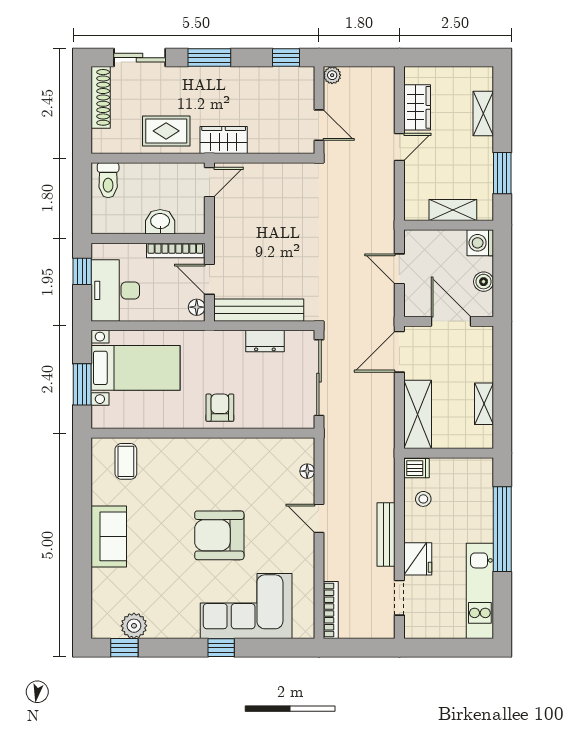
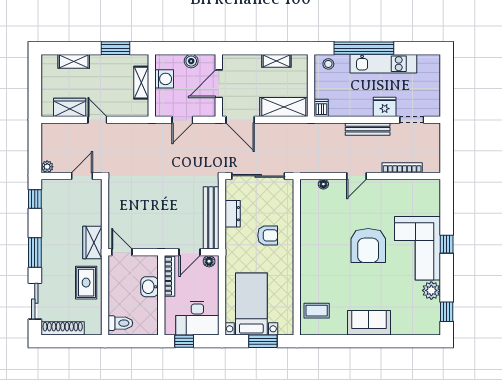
washing machine: (480, 243) -> (164, 79), moved, turned -90
armchair: (220, 408) -> (268, 235), moved, turned 180
stool: (423, 499) -> (328, 64), moved
kitchen unit: (480, 591) -> (383, 64), moved
corner sofa: (246, 606) -> (418, 248), moved
bookcase: (331, 610) -> (402, 168), moved
plant: (134, 626) -> (431, 290), moved

